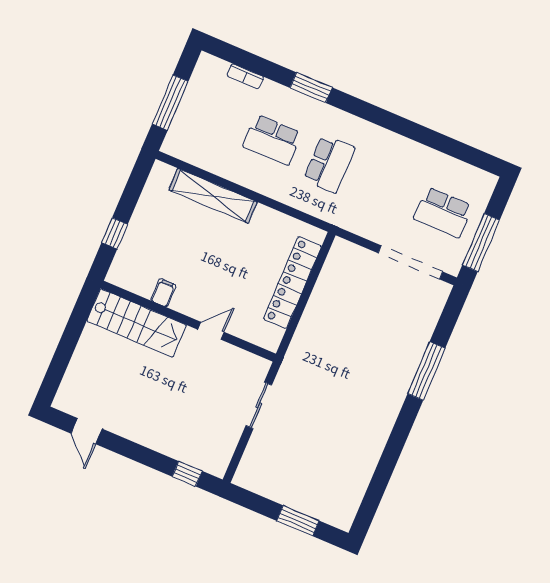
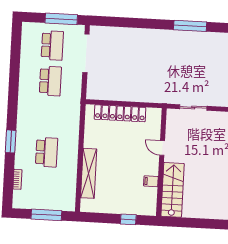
school desk: (329, 164) -> (50, 81), moved, turned 90
window: (426, 371) -> (190, 26), moved

